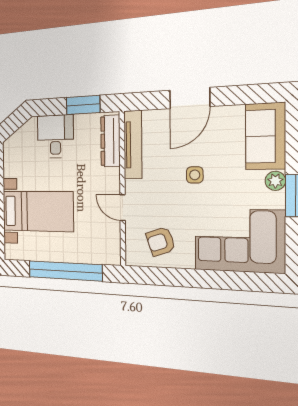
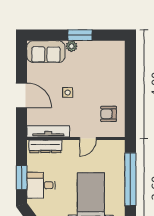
window: (83, 105) -> (21, 178), moved
armchair: (161, 241) -> (109, 114), turned 109
corner sofa: (239, 241) -> (106, 66), removed

